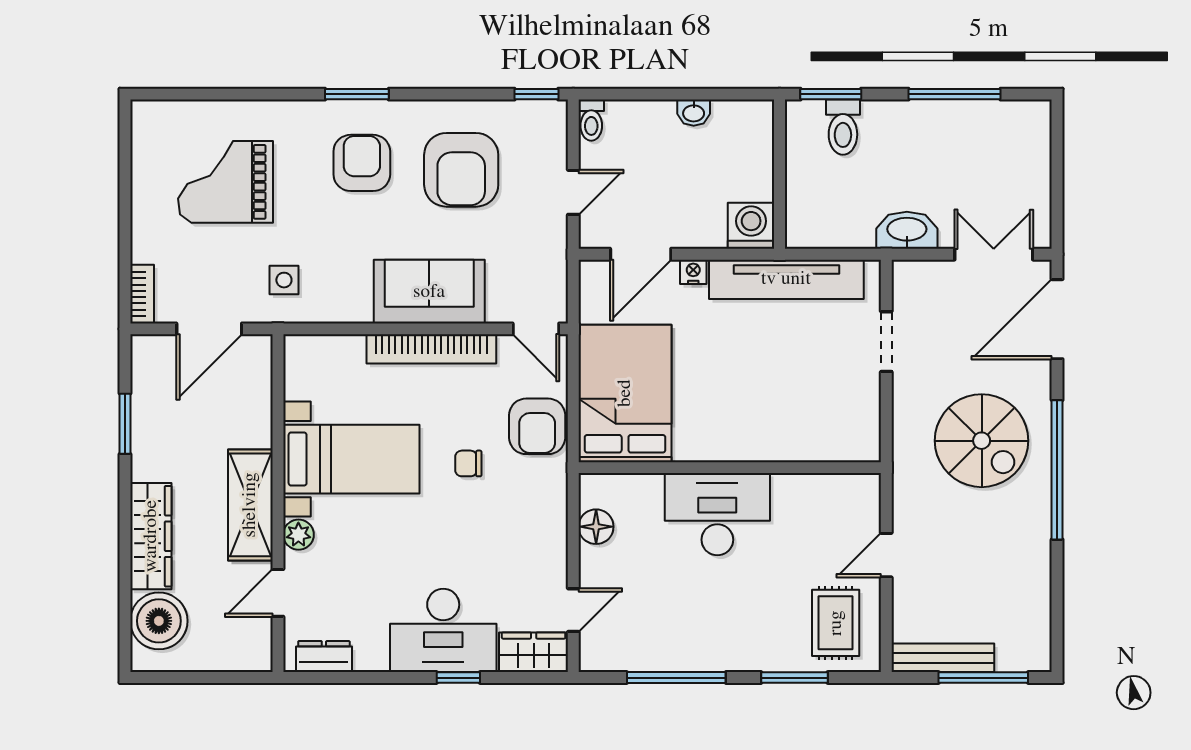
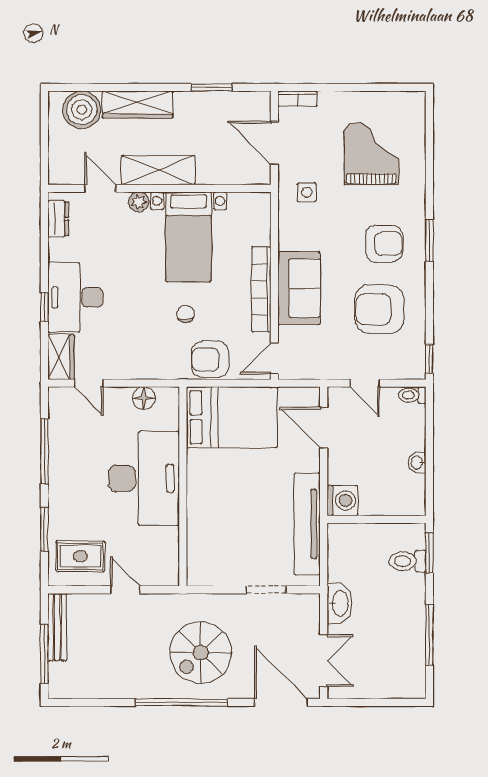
nightstand: (693, 272) -> (312, 462), removed
desk: (717, 514) -> (144, 478), width x1.36, depth x1.30

